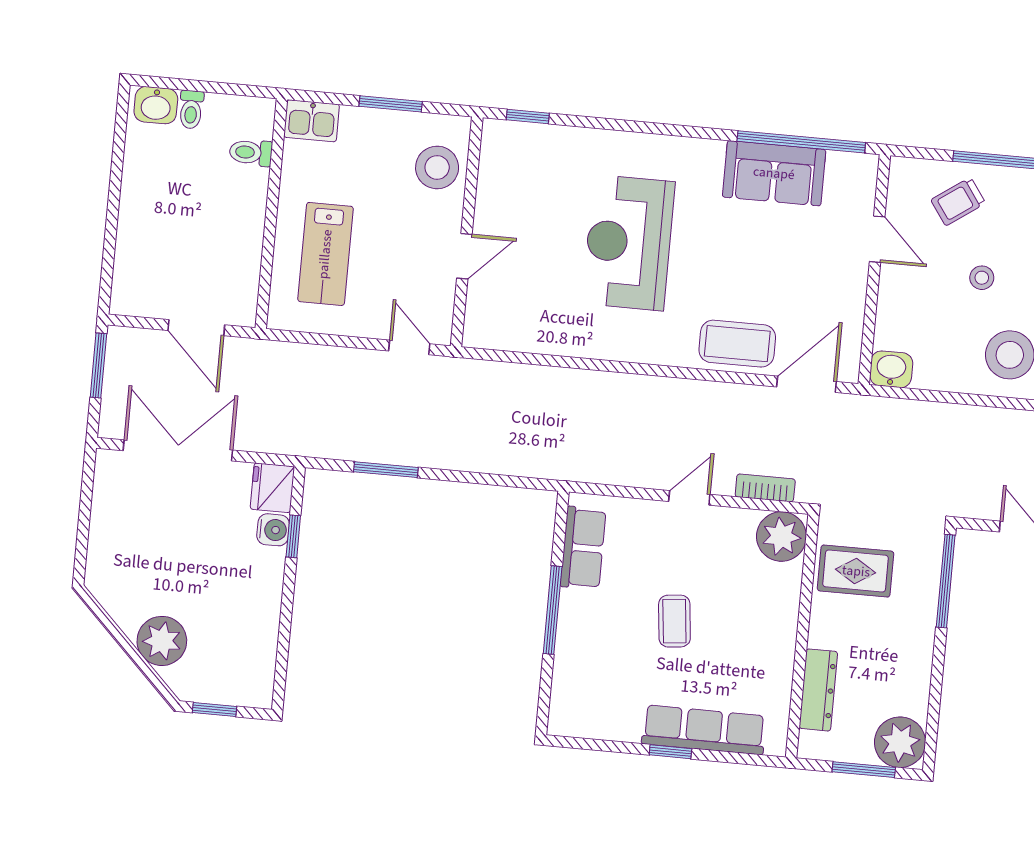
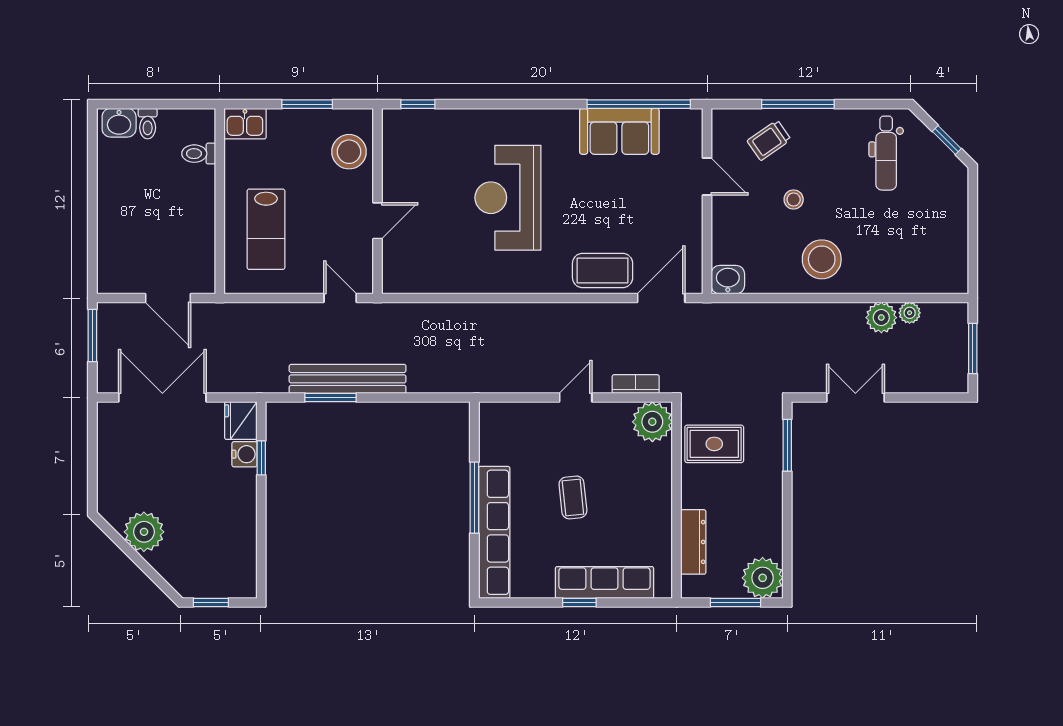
bench: (409, 448) -> (348, 379), added
row of seats: (583, 548) -> (494, 532), moved, width x2.02
window: (946, 581) -> (787, 445), width x0.69
plant: (162, 641) -> (144, 532), moved

